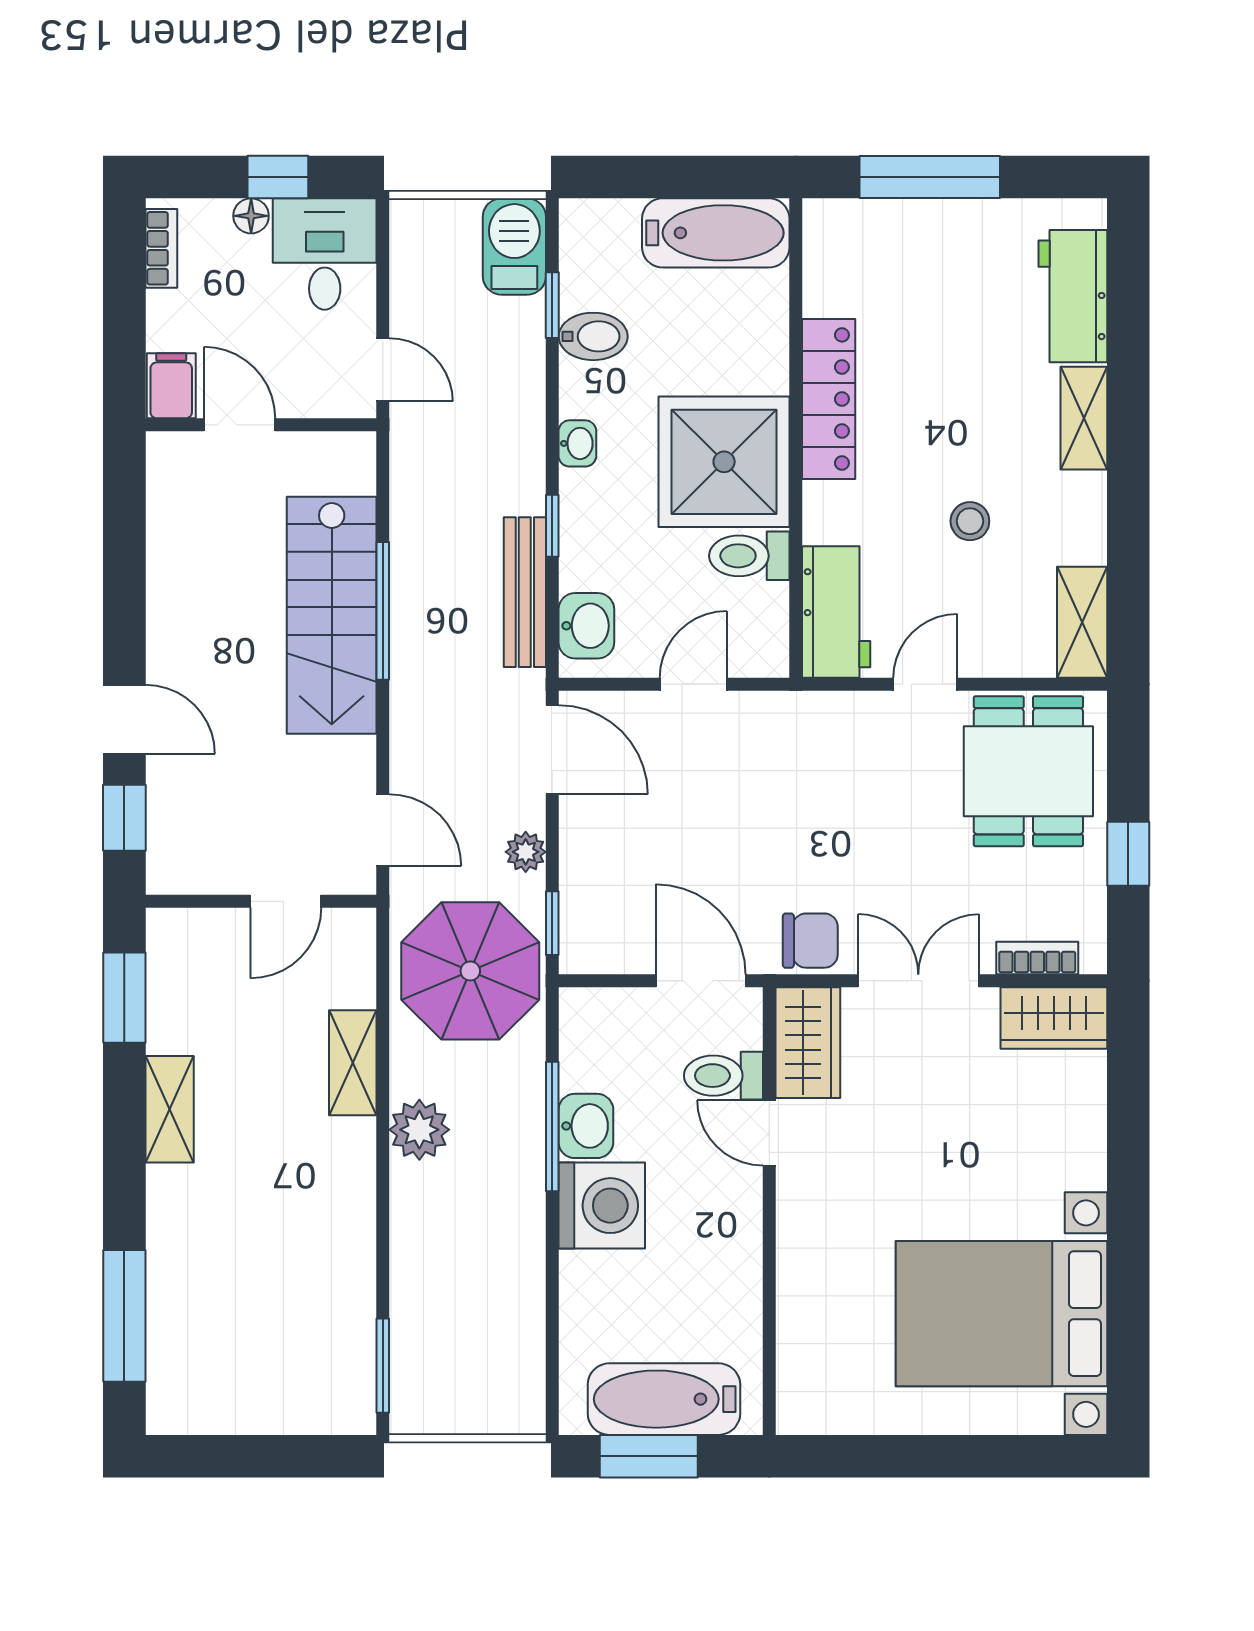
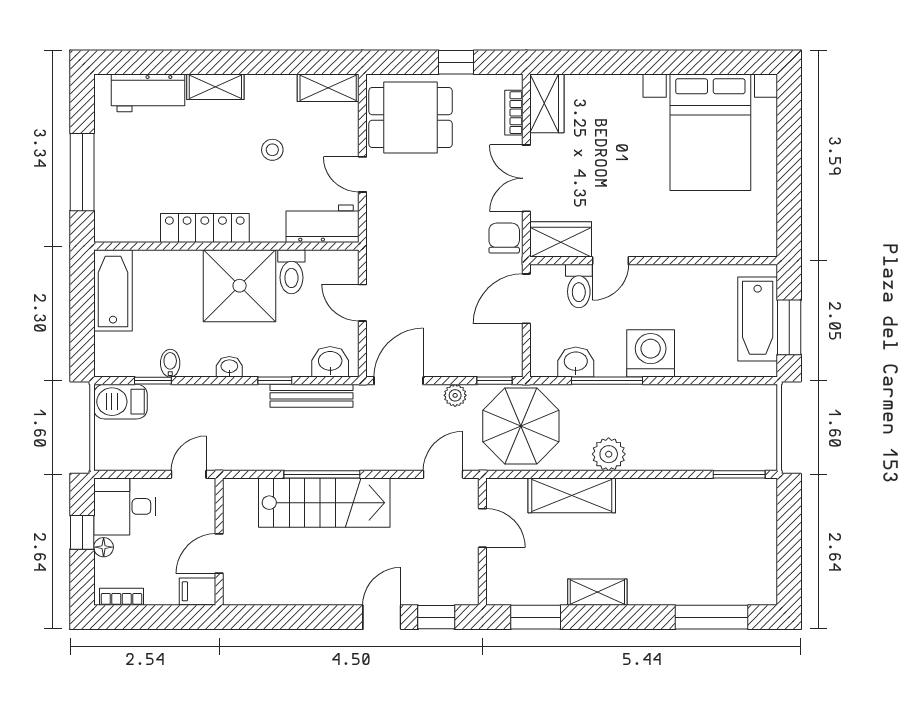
bidet: (593, 336) -> (170, 363), width x0.72, depth x0.74
shelving: (353, 1063) -> (572, 495), width x1.50, depth x1.33
washbasin: (586, 1126) -> (576, 362), moved

